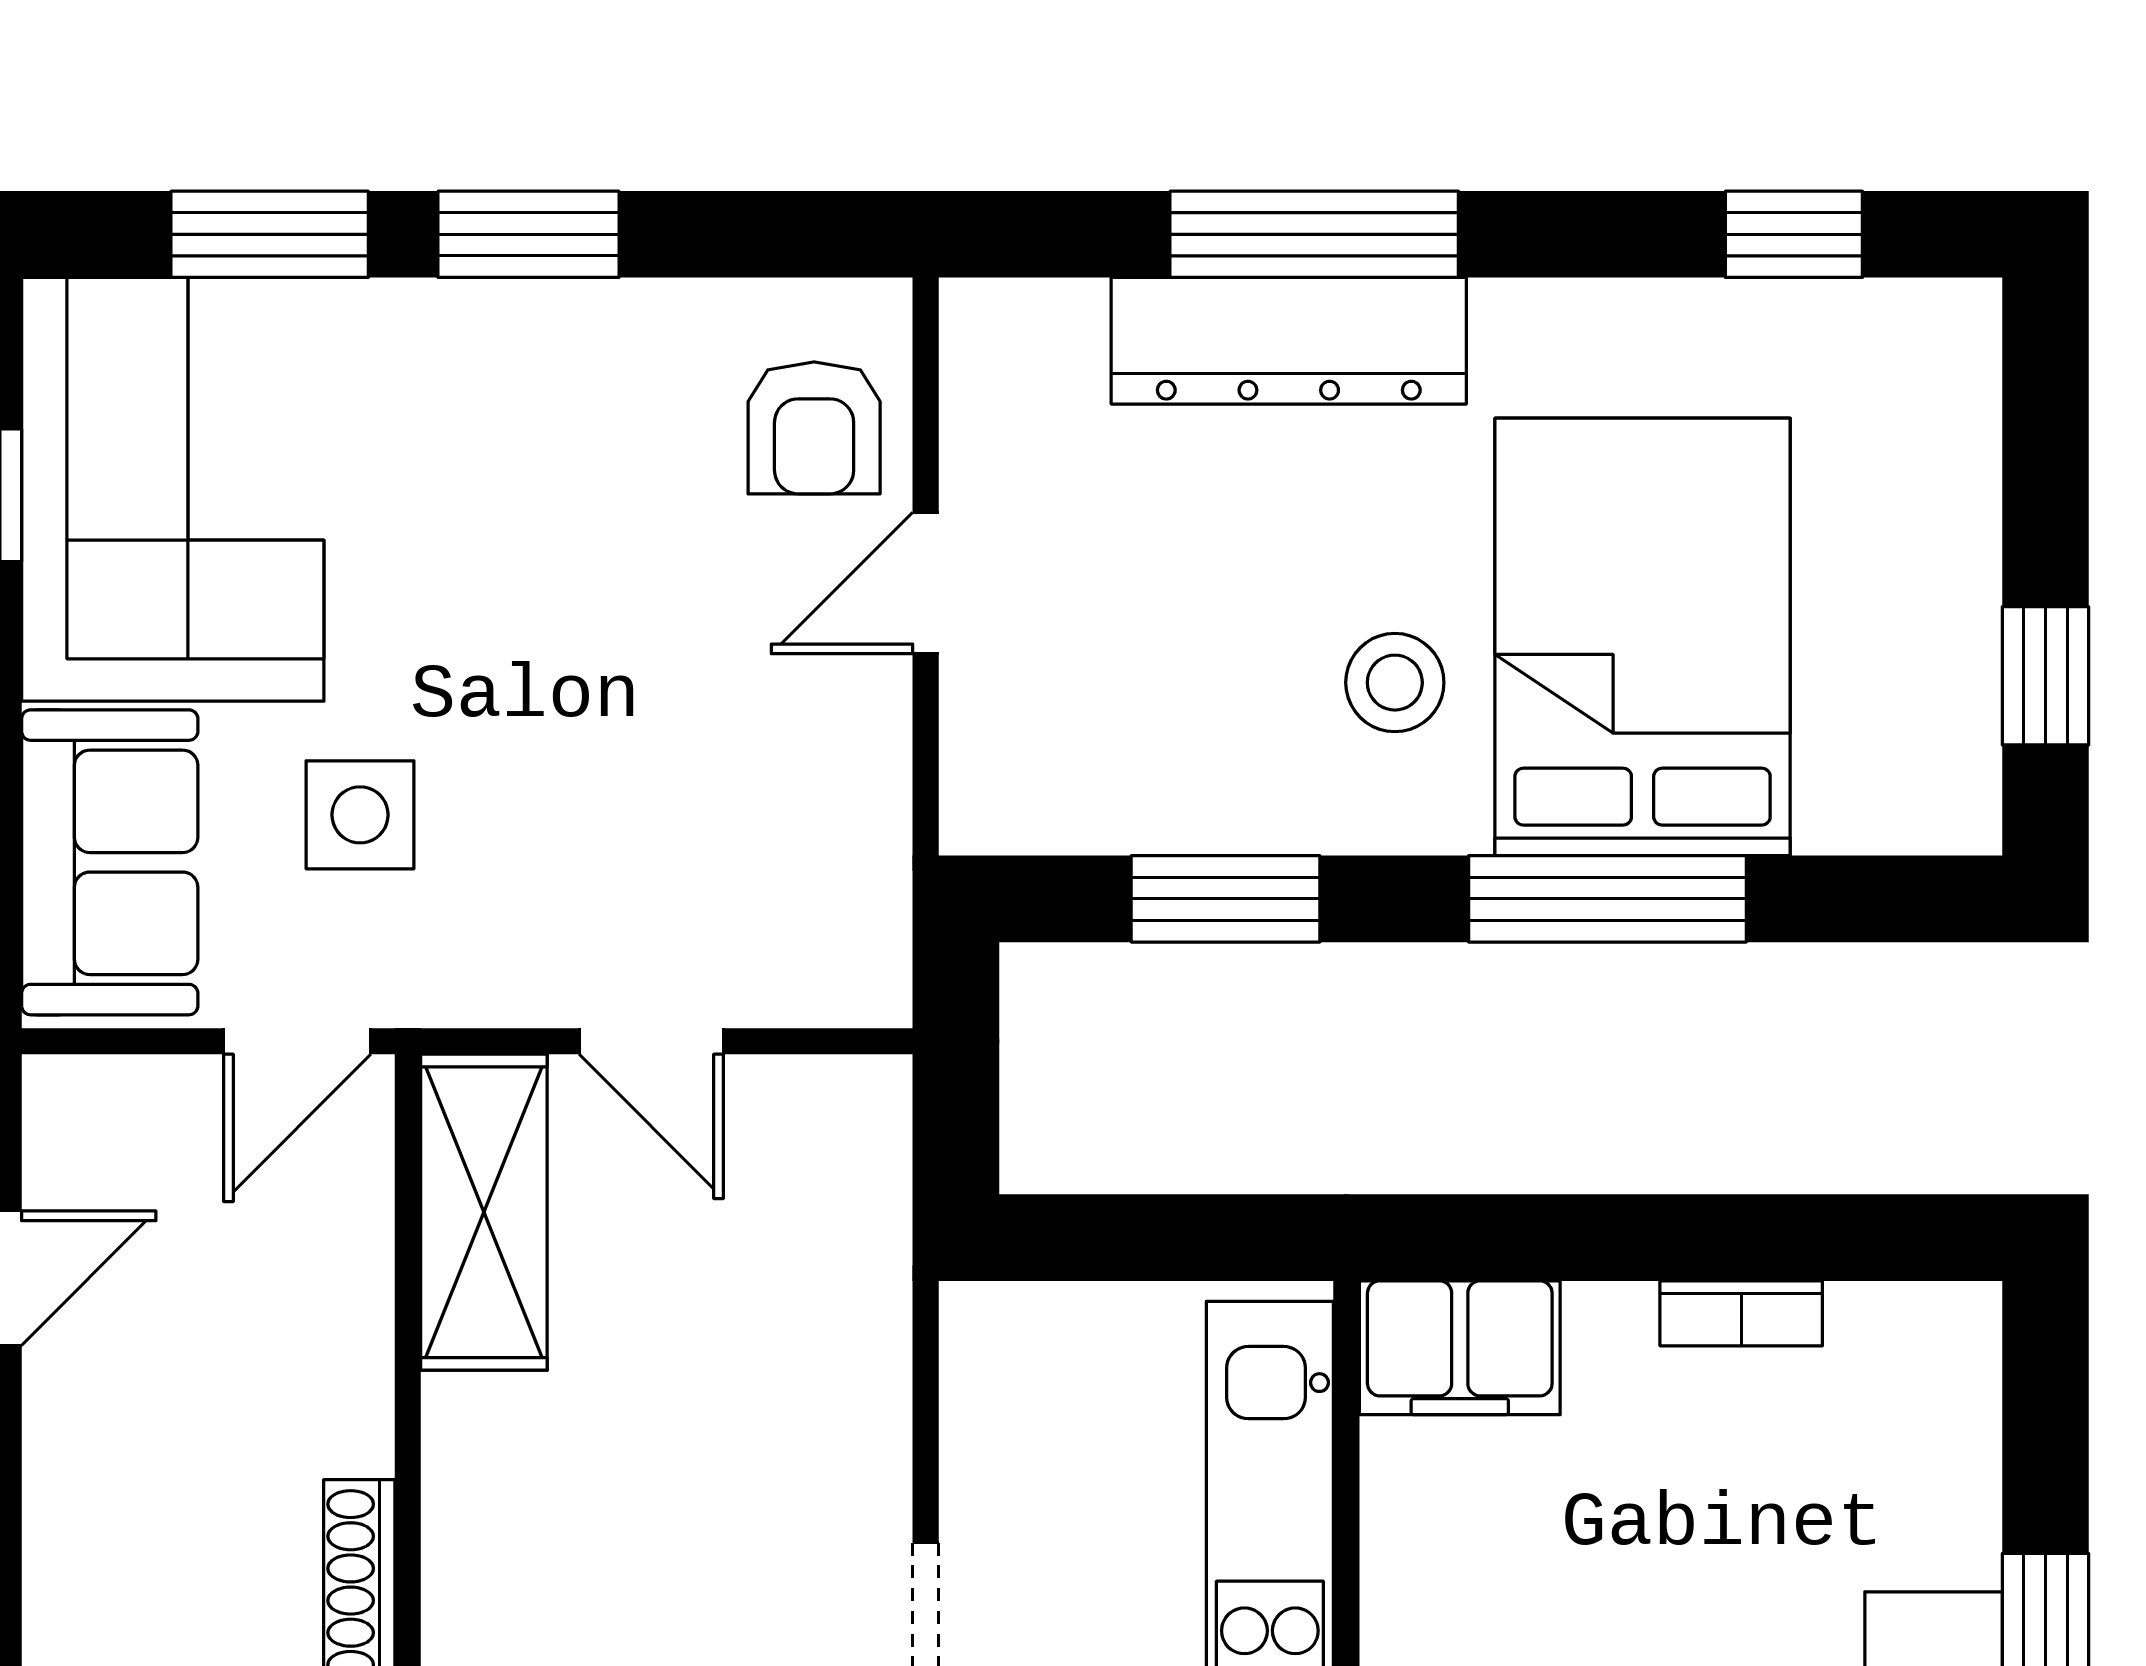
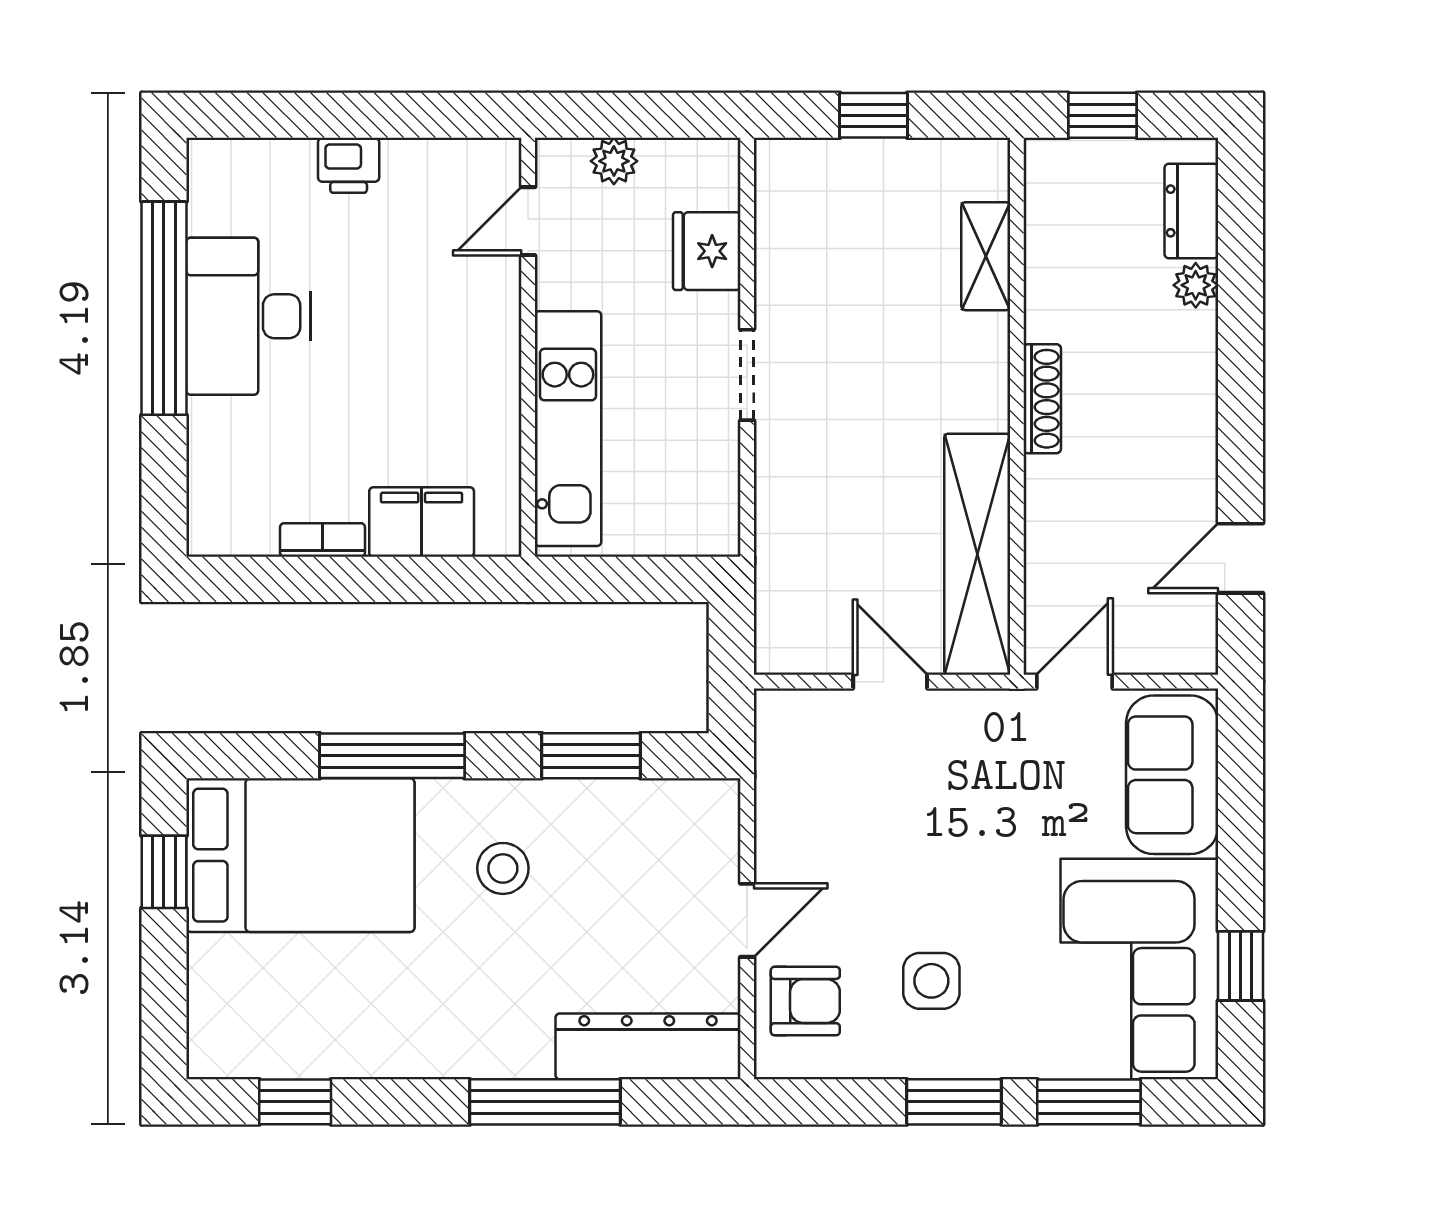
dresser: (1289, 341) -> (648, 1046), moved
armchair: (814, 428) -> (805, 1001), turned 90
bed: (1643, 637) -> (300, 855), moved, turned -90
side table: (360, 815) -> (931, 981), moved
shelving: (484, 1212) -> (977, 554), width x1.47
filing cabinet: (1460, 1348) -> (422, 522), moved

